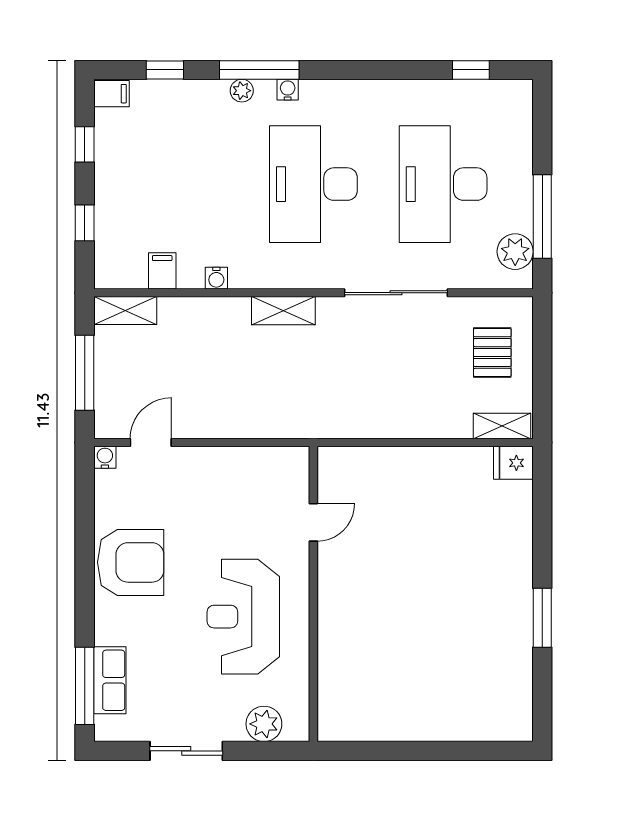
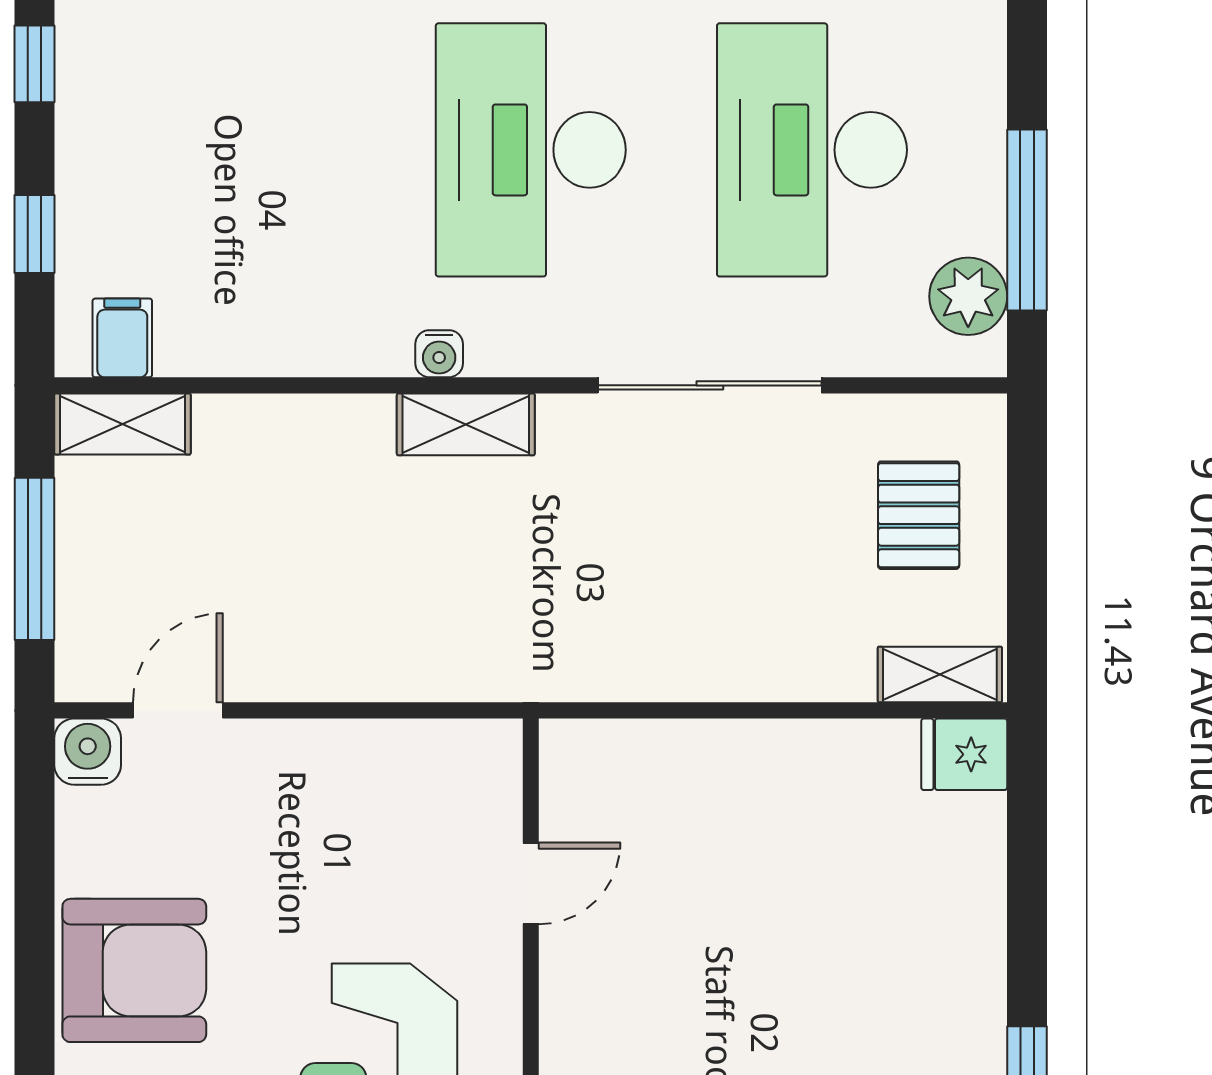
filing cabinet: (162, 271) -> (122, 338), moved
water cooler: (216, 278) -> (439, 354), moved
water cooler: (105, 457) -> (88, 752), width x1.38, depth x1.38

